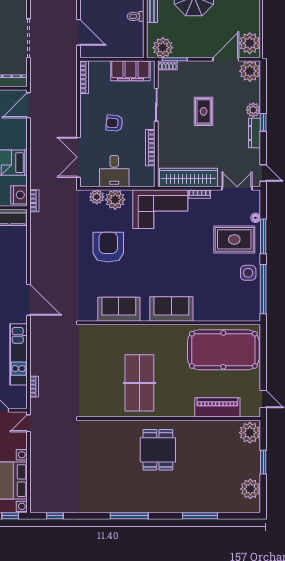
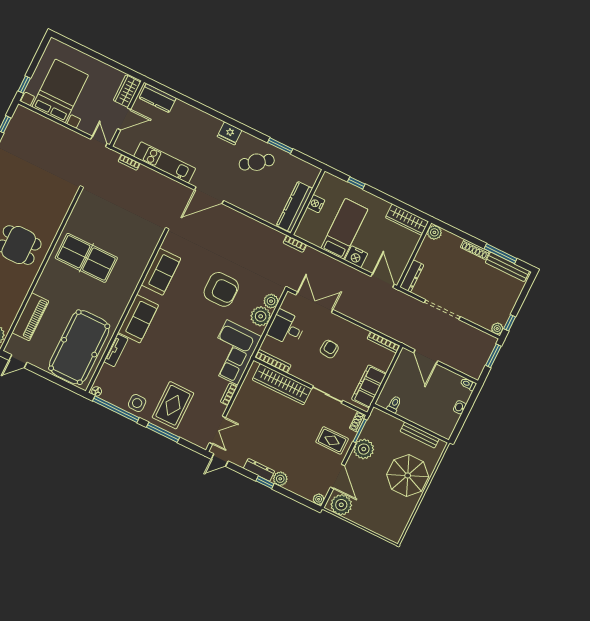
toilet: (136, 16) -> (394, 404), moved
door: (79, 32) -> (426, 357), hinge flipped
plant: (163, 48) -> (364, 449), moved
plant: (250, 71) -> (319, 499), width x0.53, depth x0.53
rug: (204, 111) -> (332, 440), moved
bookcase: (150, 148) -> (273, 361), moved
wardrobe: (188, 177) -> (282, 384), moved, turned 90
nightstand: (19, 195) -> (356, 257), moved
floor lamp: (256, 218) -> (97, 391), moved
tv unit: (210, 315) -> (116, 350), added

